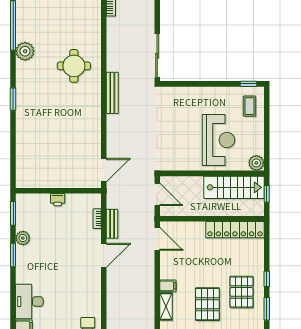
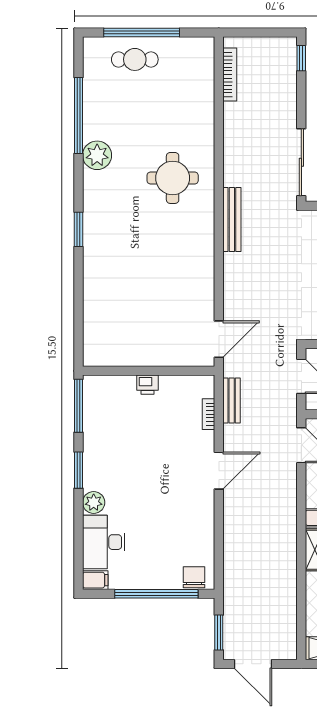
window: (13, 213) -> (78, 406), width x1.44
bench: (112, 224) -> (232, 401), moved
plant: (23, 238) -> (94, 502), moved

